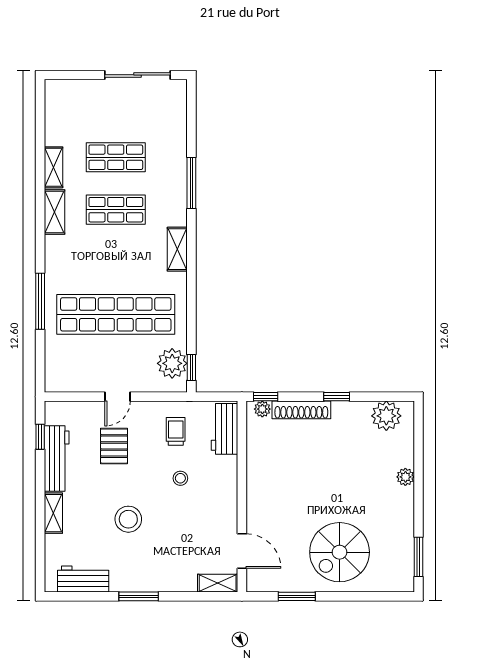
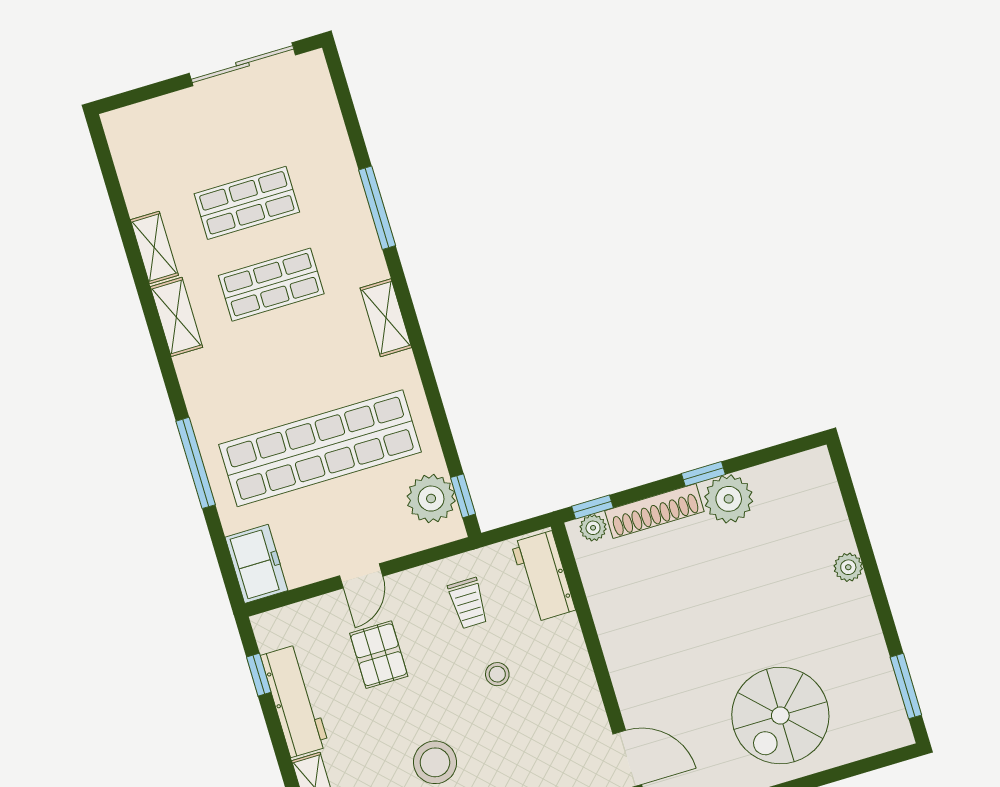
freezer: (58, 371) -> (256, 564), added
plant: (386, 416) -> (729, 499), moved
trolley: (176, 431) -> (468, 603), turned 180

